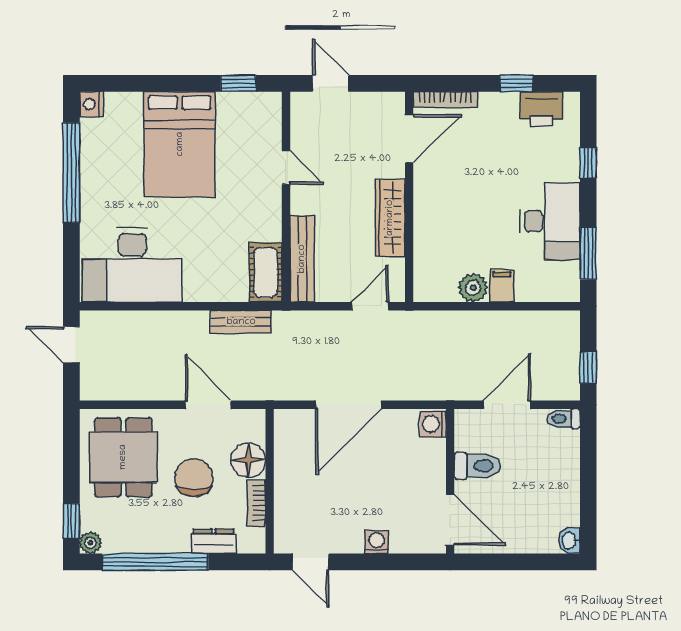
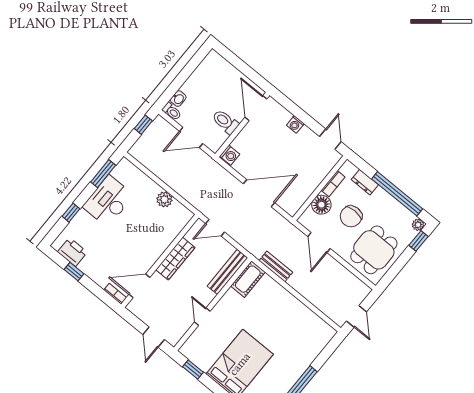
bookcase: (445, 100) -> (115, 294), width x0.64
desk: (132, 265) -> (302, 329), removed
filing cabinet: (502, 286) -> (151, 190), removed
washbasin: (569, 541) -> (178, 99), moved

